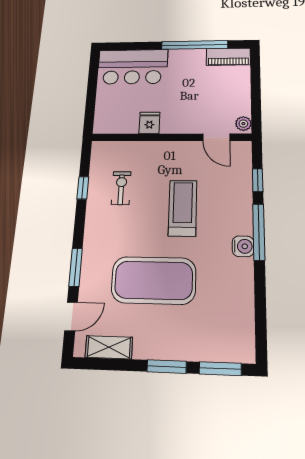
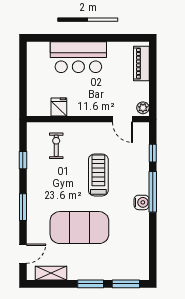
window: (195, 45) -> (105, 38), removed
piano: (228, 57) -> (141, 63), moved, turned 90
bar counter: (133, 67) -> (78, 57), moved
fridge: (149, 123) -> (59, 107), moved
exercise bike: (121, 188) -> (56, 146), moved
window: (76, 267) -> (23, 207), moved

